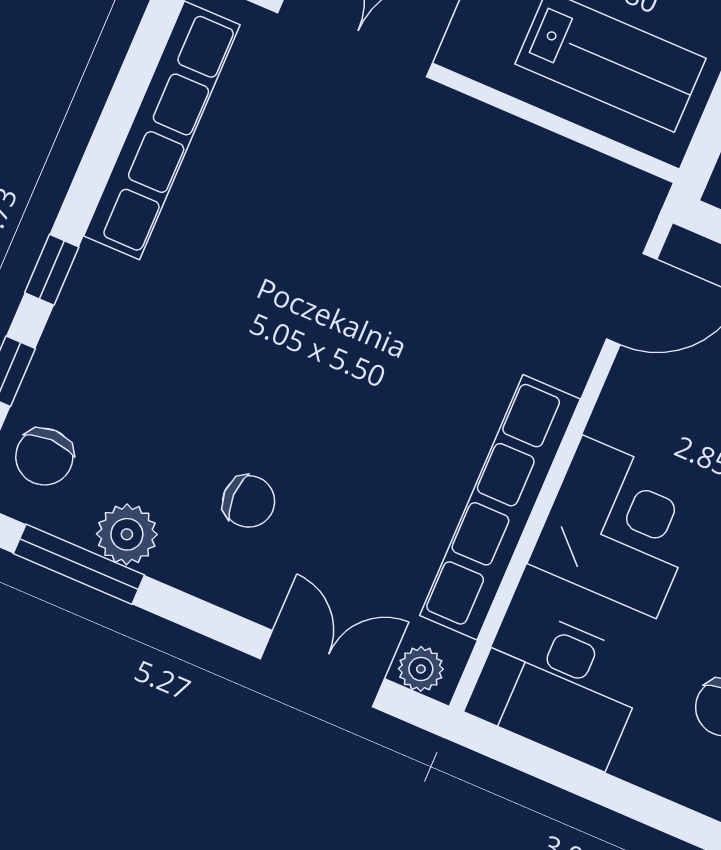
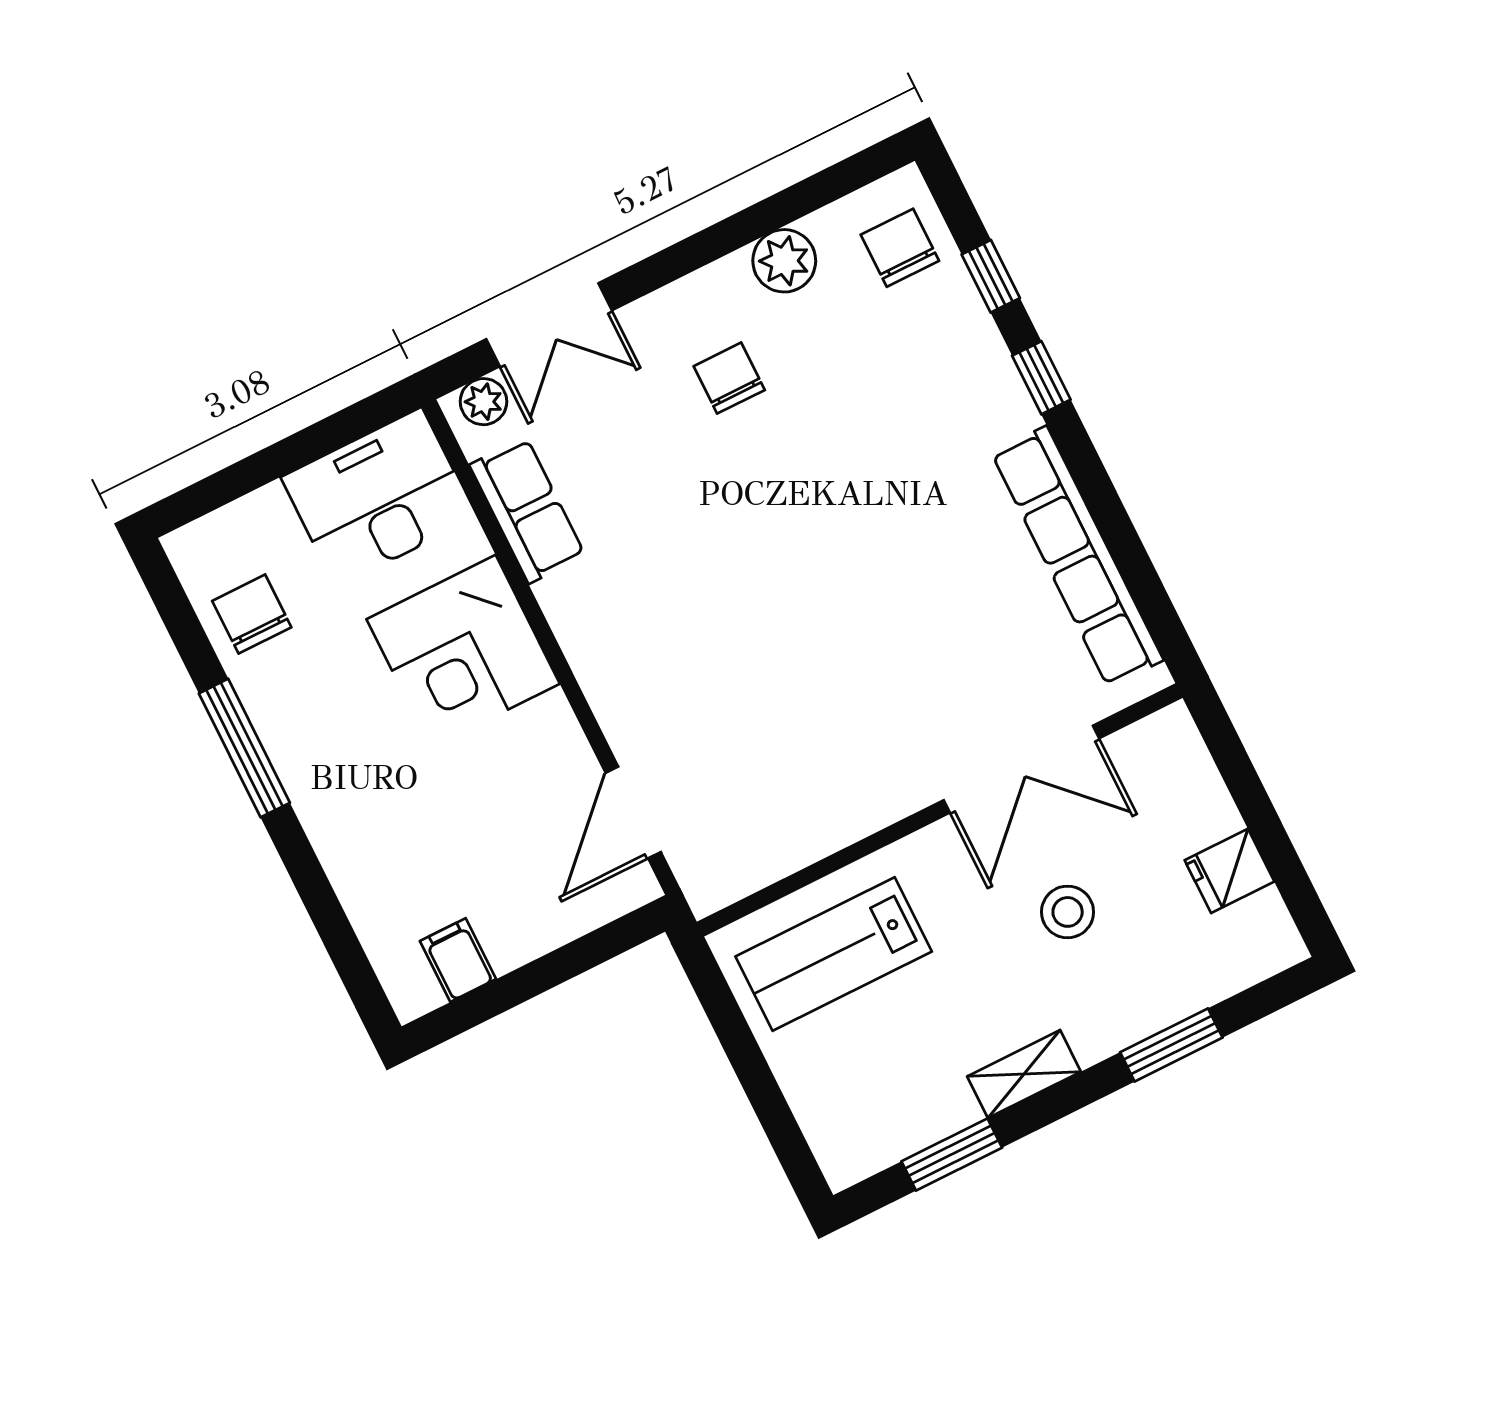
chair: (249, 501) -> (729, 378), turned 90
row of seats: (500, 507) -> (527, 510), width x0.50
window: (79, 564) -> (793, 203), removed

